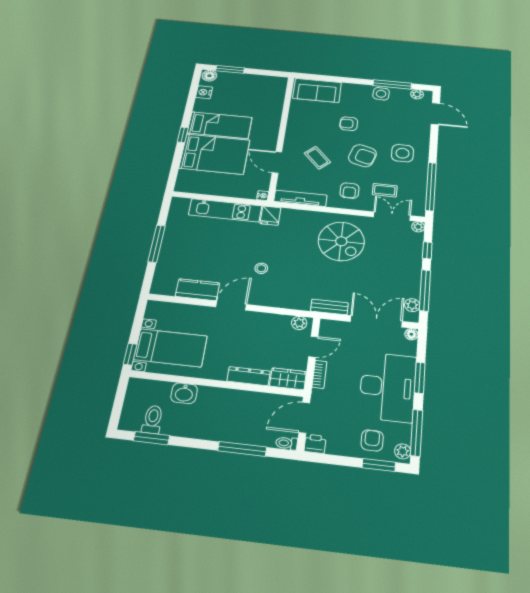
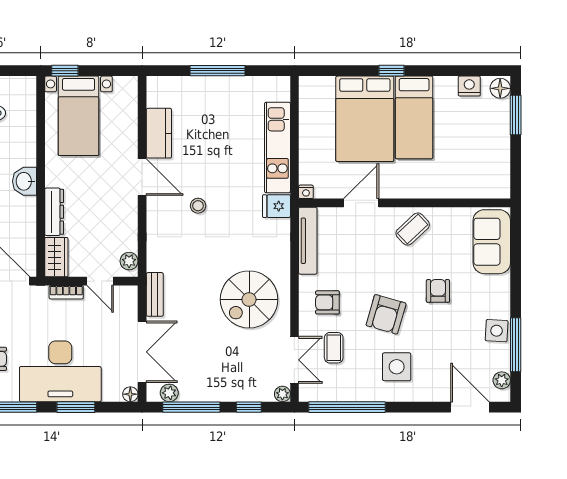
door: (435, 114) -> (470, 407), swing flipped
coffee table: (317, 158) -> (413, 229), moved
washbasin: (184, 393) -> (24, 181), moved

